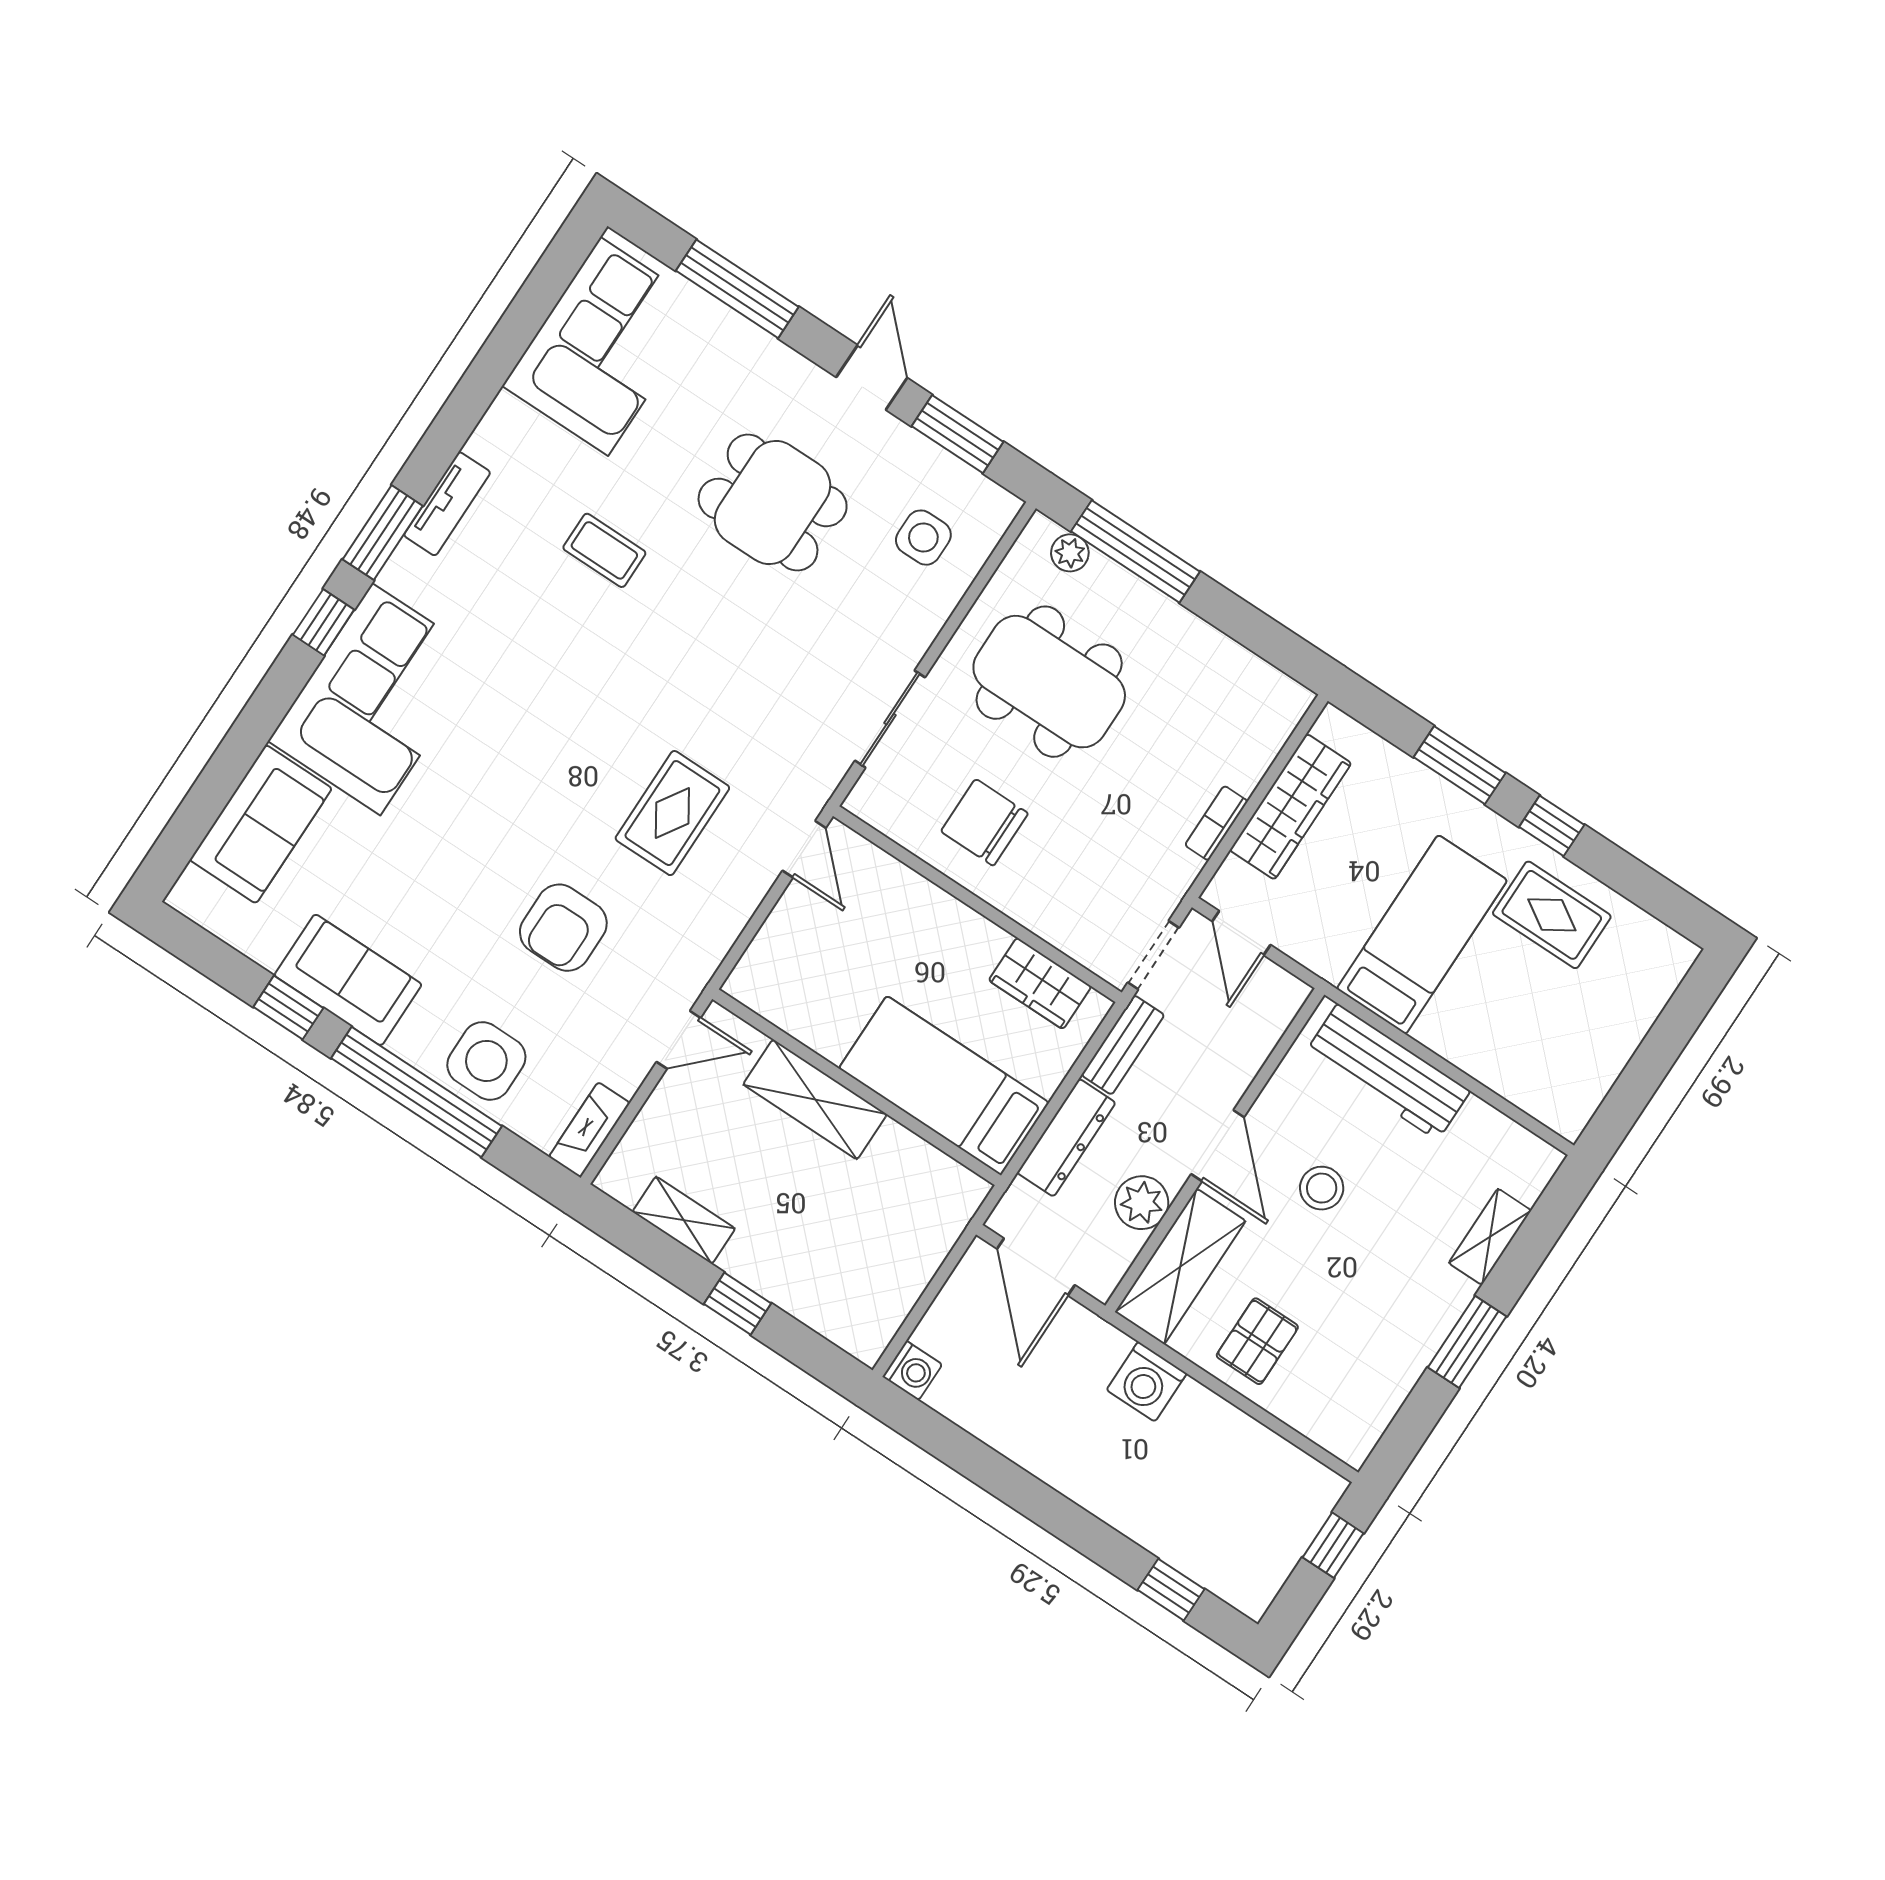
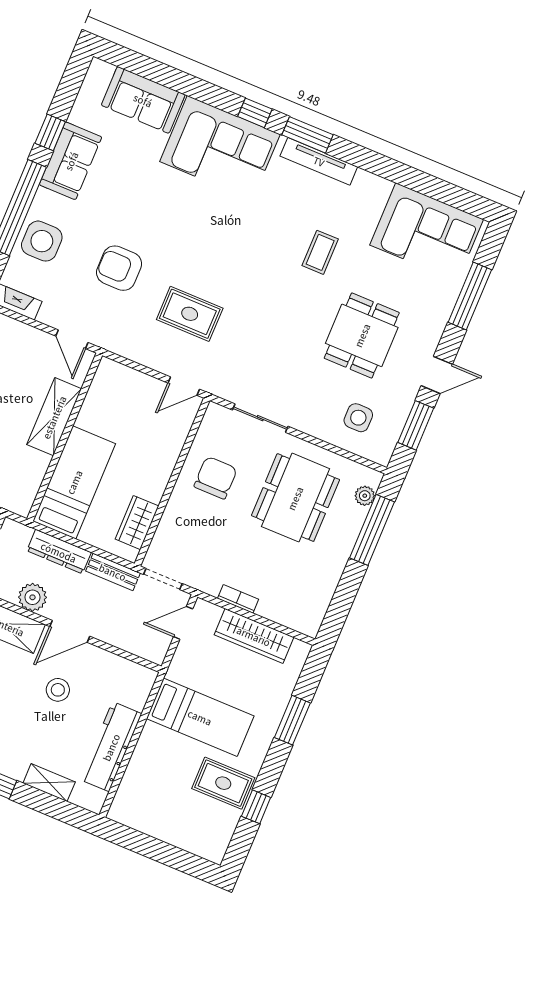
tv unit: (447, 504) -> (319, 161), width x1.41
window: (1552, 826) -> (256, 807), moved
rug: (1552, 915) -> (223, 783), turned 90
workbench: (1388, 1072) -> (111, 747), moved

